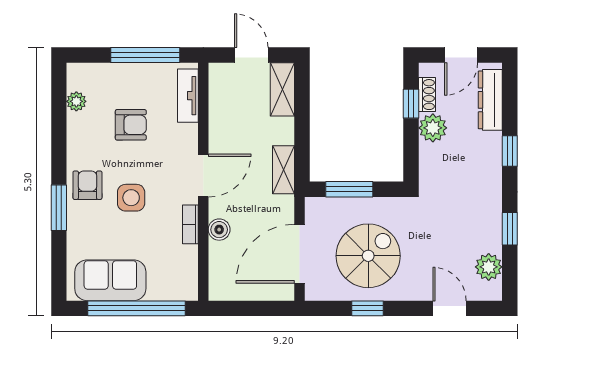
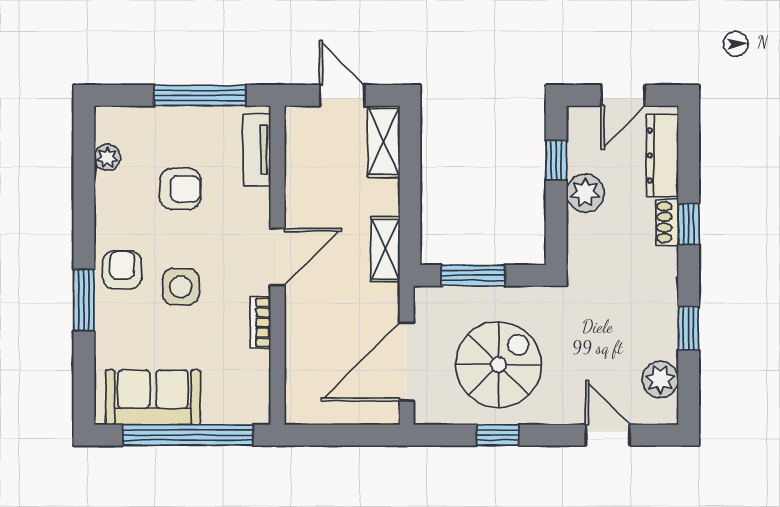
shoe rack: (427, 95) -> (667, 222), moved, turned 180
boiler: (219, 230) -> (299, 329), removed

